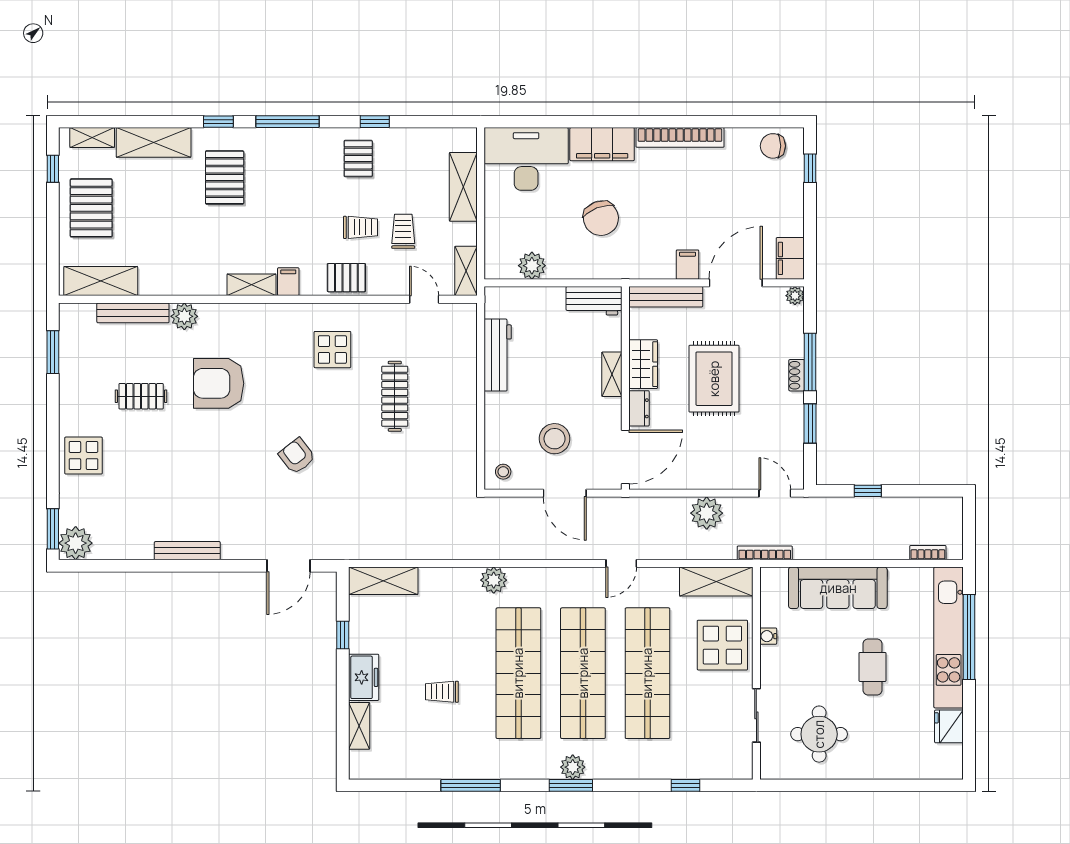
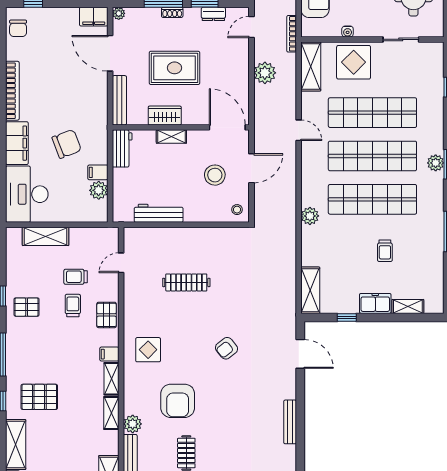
filing cabinet: (688, 265) -> (98, 172), moved
shelving: (466, 271) -> (111, 413), moved, turned 90
display table: (332, 350) -> (148, 350), moved
dresser: (639, 408) -> (213, 14), moved, turned 180

